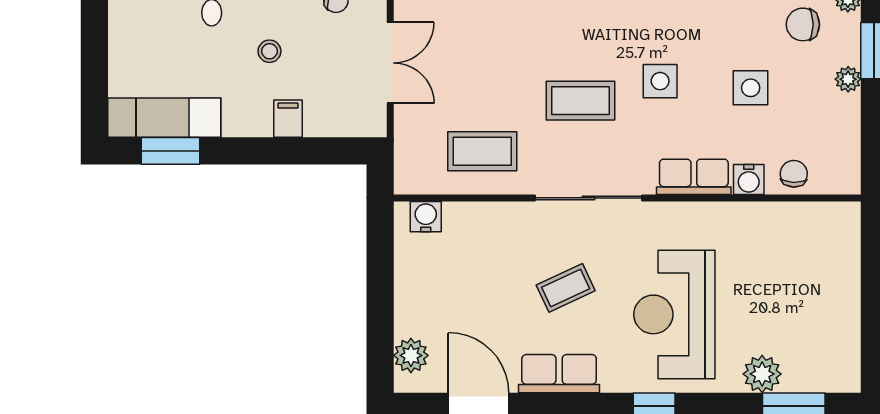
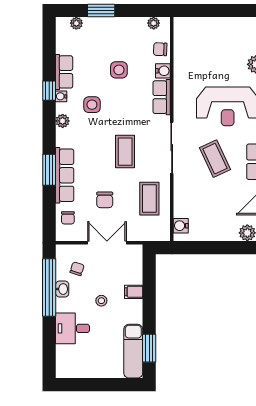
chair: (803, 24) -> (105, 200), moved
plant: (848, 79) -> (154, 23), moved
side table: (660, 81) -> (92, 105), moved
coffee table: (566, 288) -> (215, 159), width x1.36, depth x1.30

